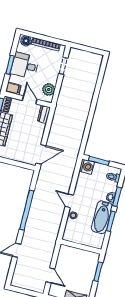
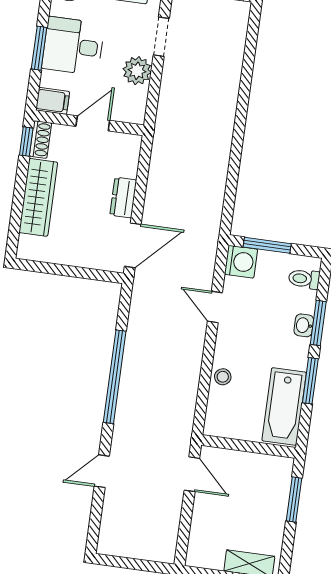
plant: (49, 89) -> (137, 71), moved
door: (30, 100) -> (93, 123), hinge flipped
dresser: (44, 114) -> (123, 198), moved
door: (69, 201) -> (215, 307), moved
bathtub: (102, 217) -> (284, 406), moved
door: (50, 275) -> (192, 474), moved

